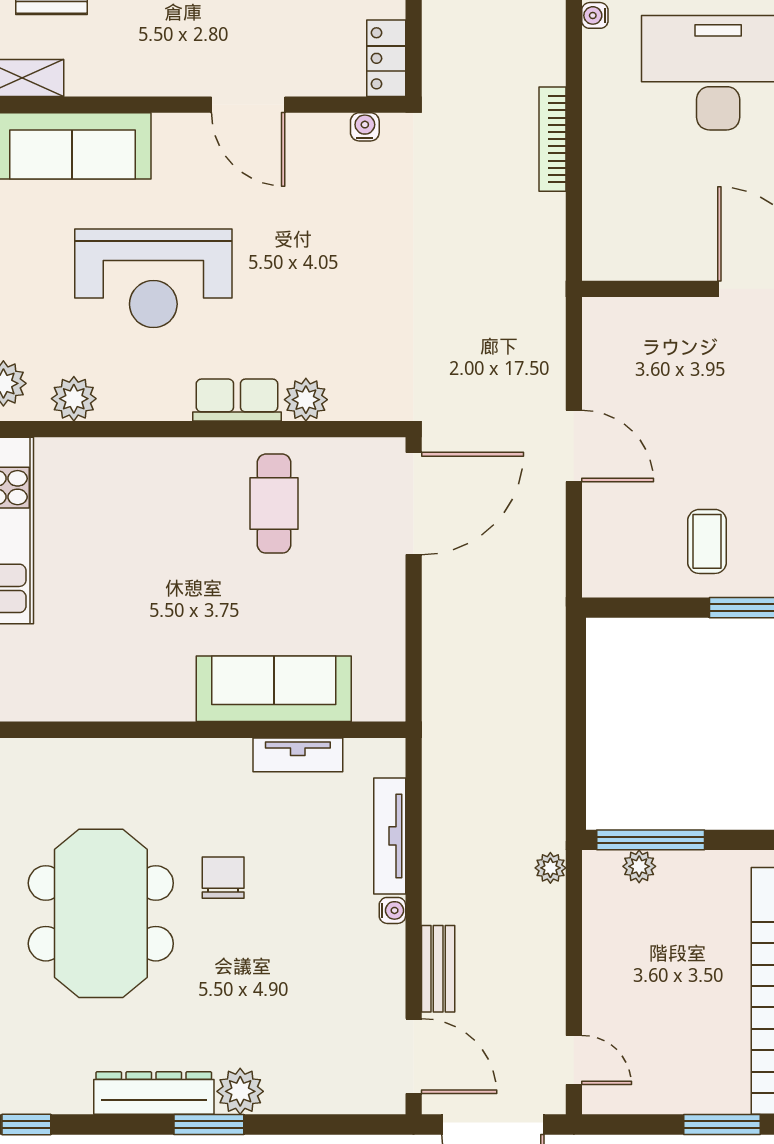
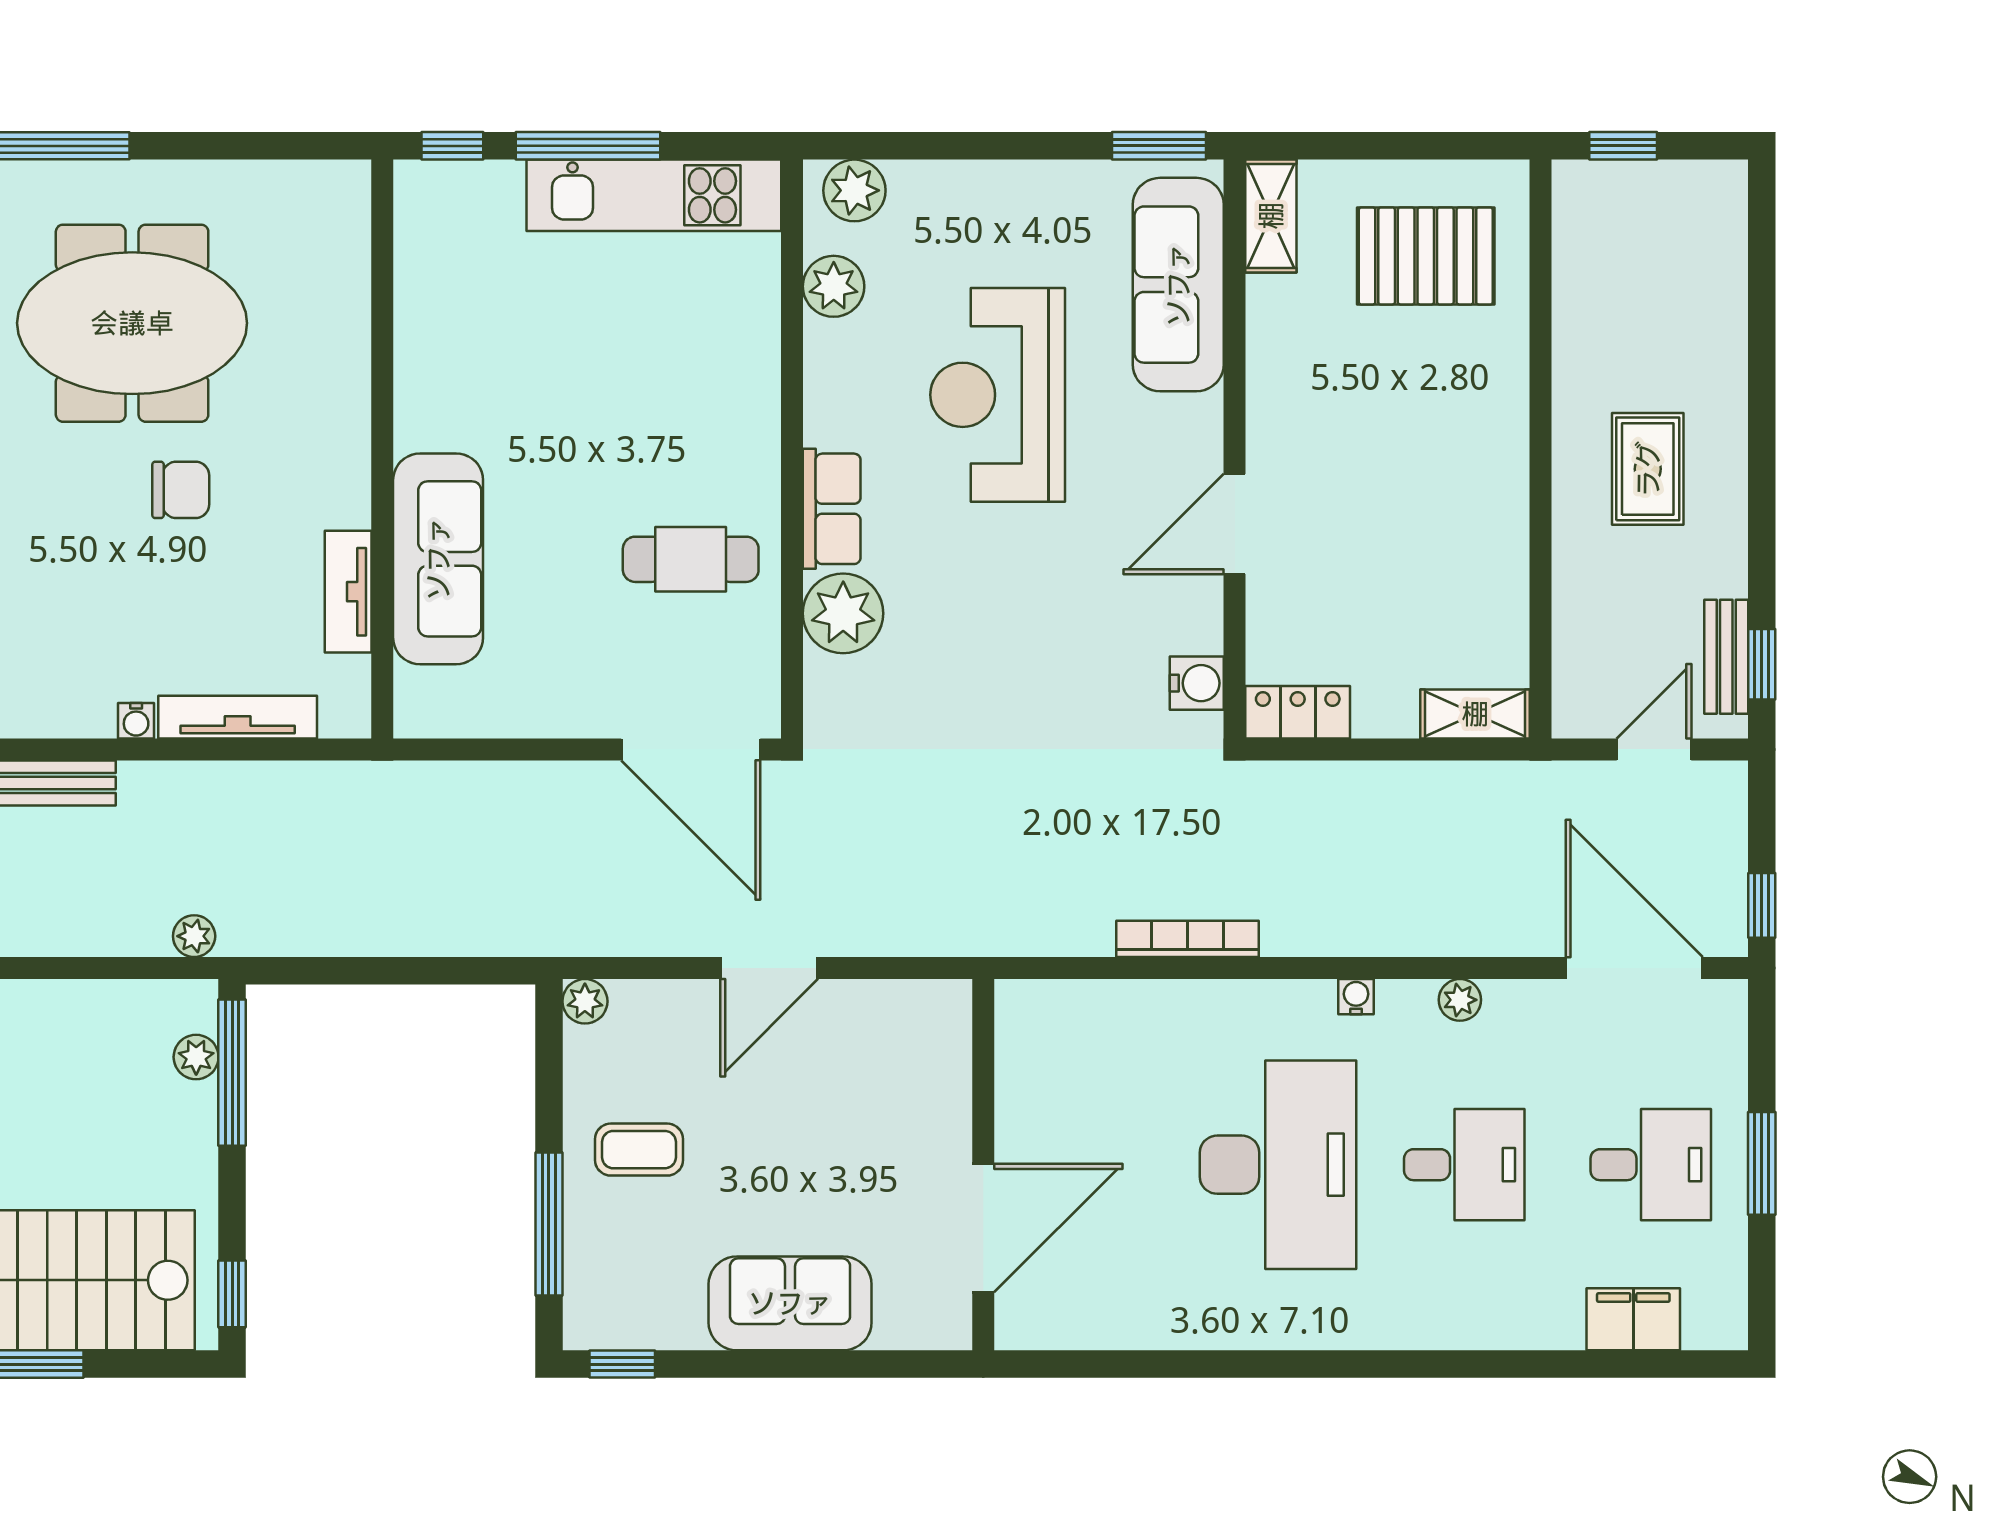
water cooler: (365, 127) -> (1197, 683), width x1.38, depth x1.38
plant: (306, 400) -> (843, 613), width x1.36, depth x1.36
plant: (598, 581) -> (585, 1001), added

